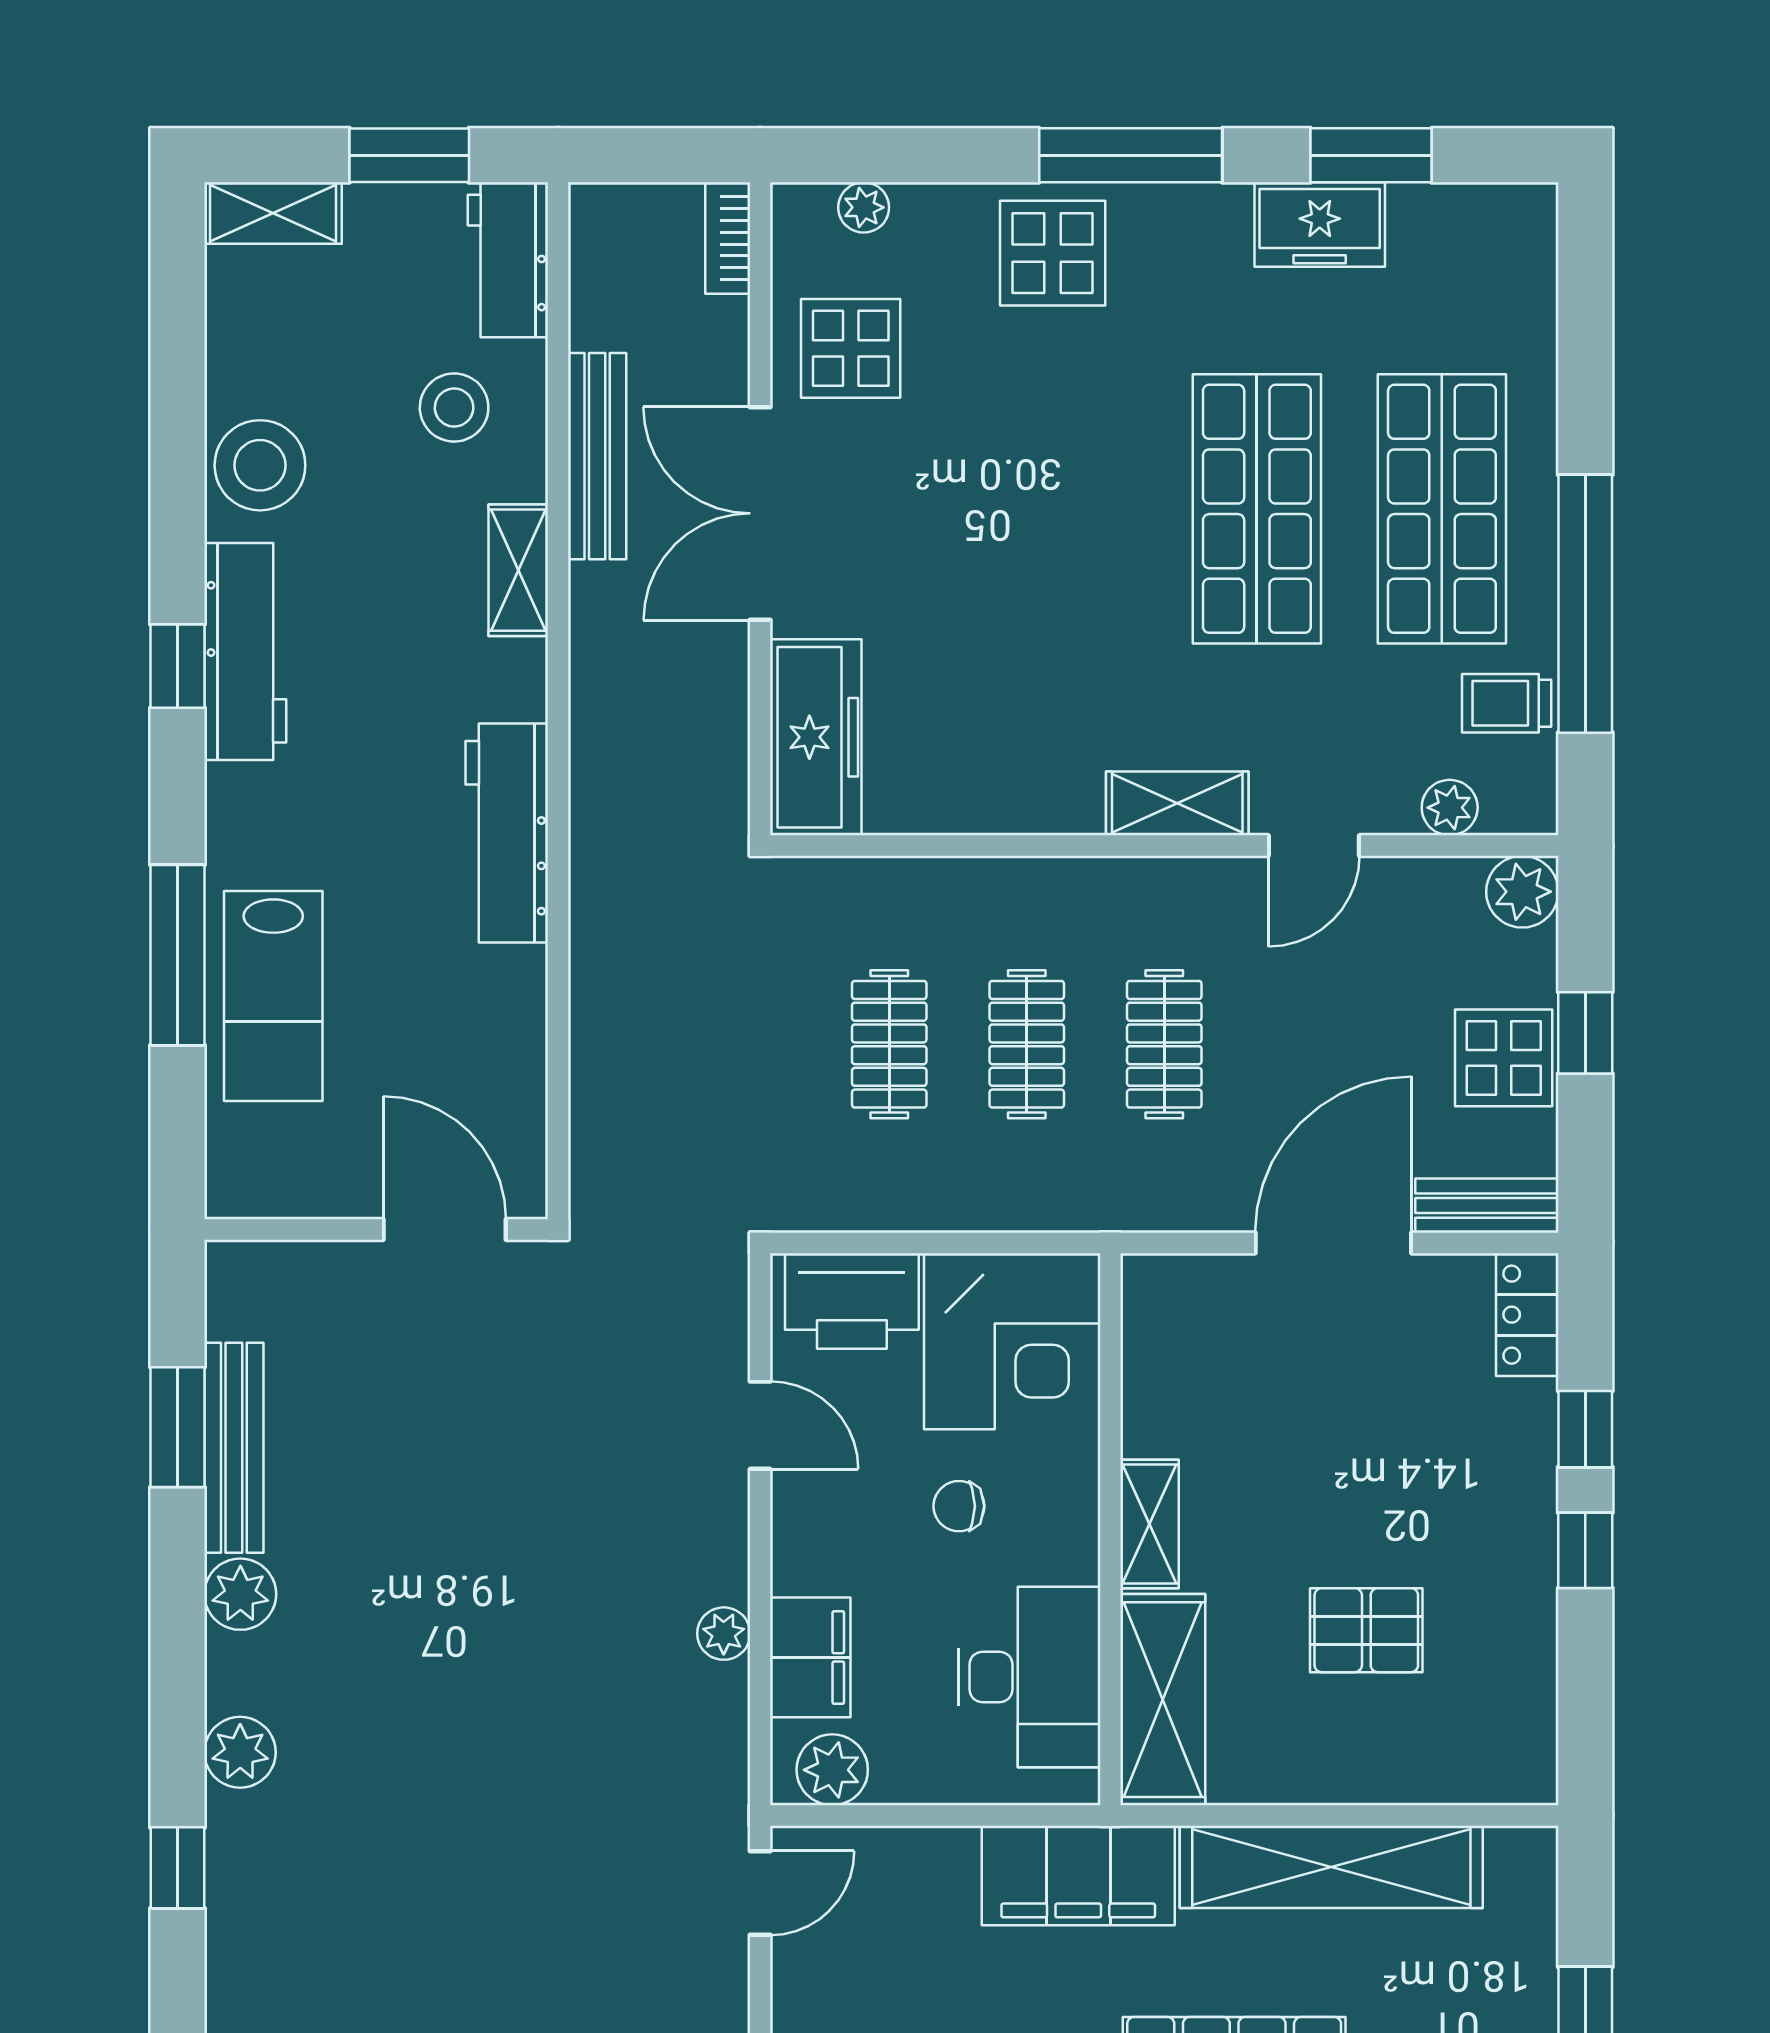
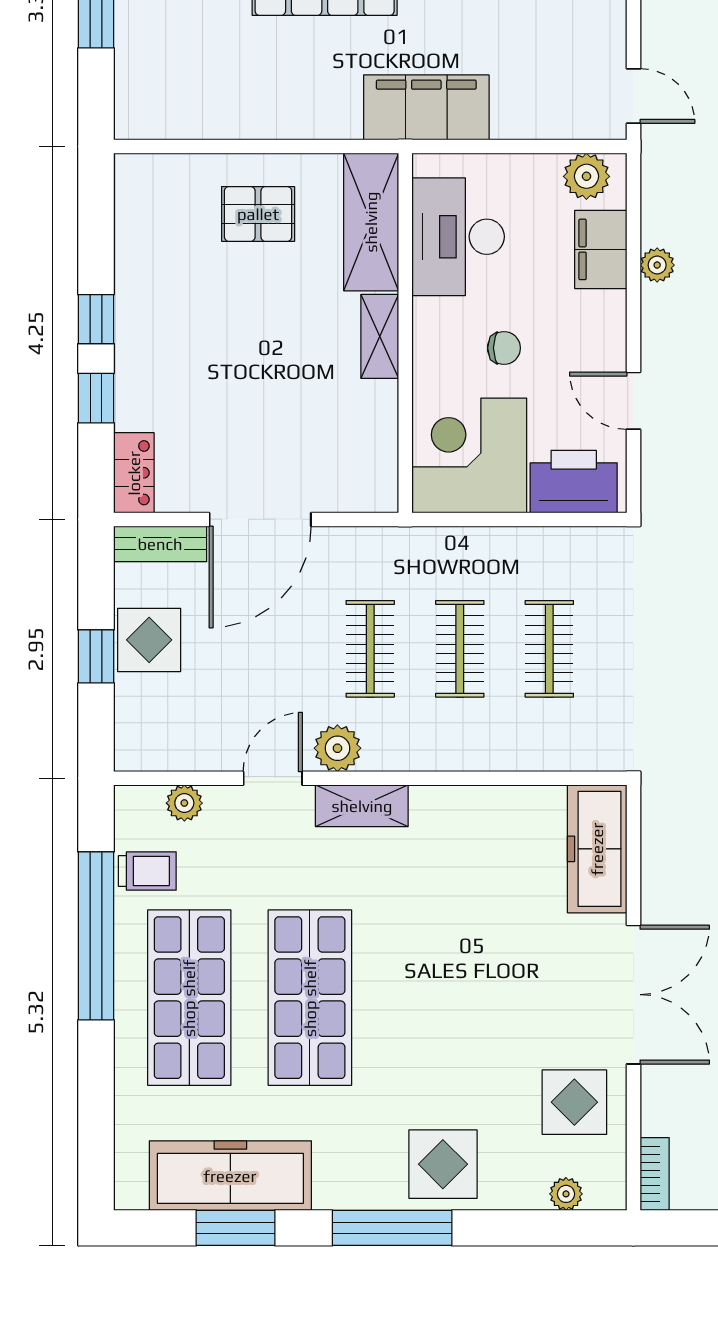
freezer: (1320, 225) -> (230, 1176), width x1.91, depth x1.26
plant: (1522, 892) -> (337, 748), moved
pallet: (1366, 1630) -> (258, 214), moved
shelving: (1331, 1867) -> (261, 113), removed
door: (760, 1893) -> (633, 96), swing flipped

